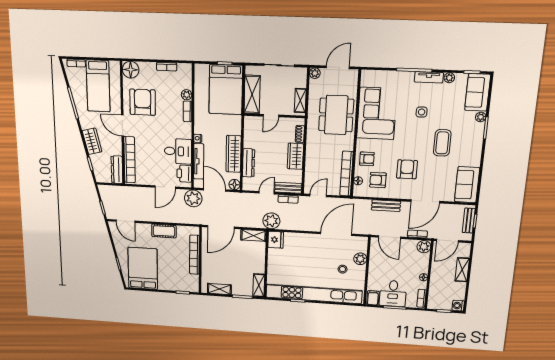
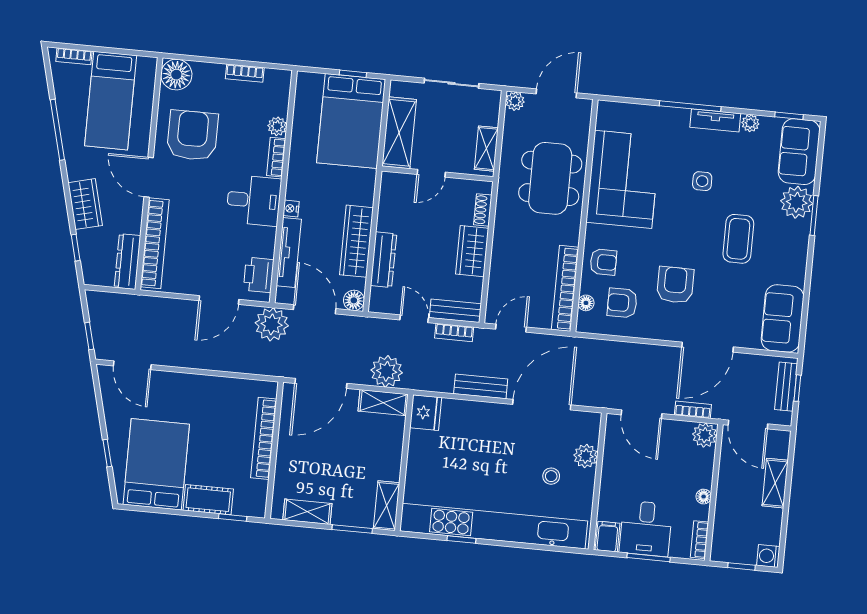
plant: (481, 117) -> (797, 202), width x1.87, depth x1.87
desk: (178, 151) -> (254, 200), moved
door: (267, 193) -> (414, 319), hinge flipped
bench: (386, 206) -> (481, 386), moved
plant: (271, 221) -> (387, 371), moved
cot: (164, 231) -> (208, 500), moved
door: (447, 241) -> (748, 425), hinge flipped

